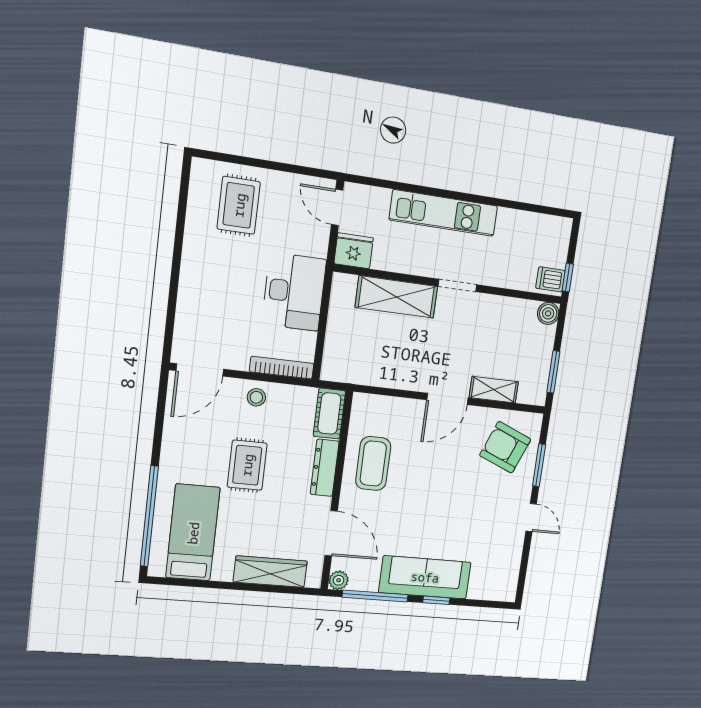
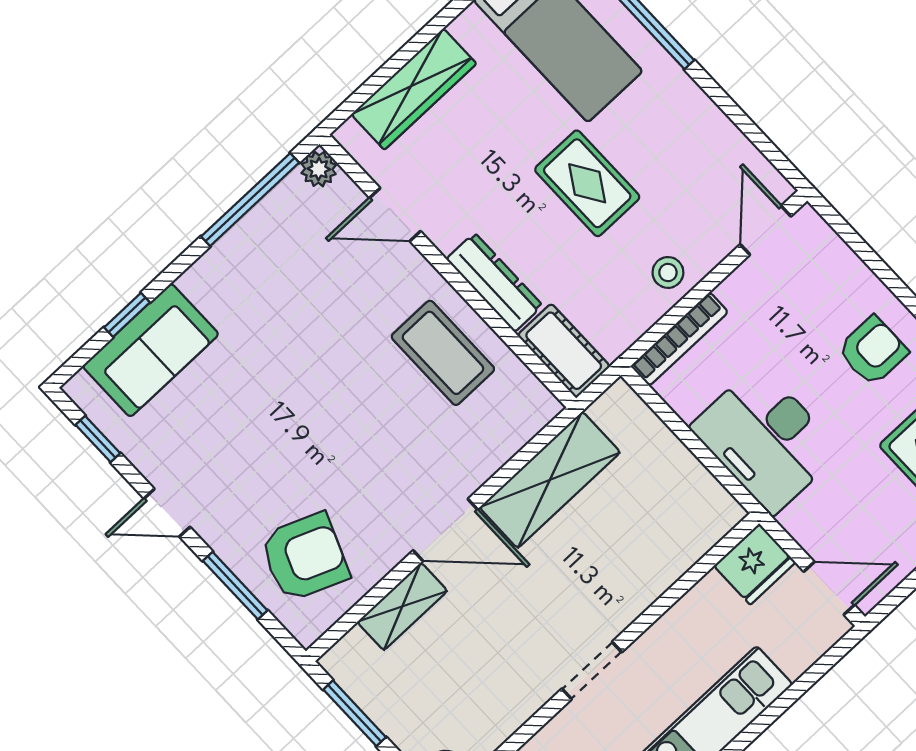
armchair: (213, 276) -> (873, 351), added
shelving: (396, 297) -> (550, 480), moved
door: (200, 370) -> (766, 230), width x0.73
door: (447, 399) -> (445, 530), swing flipped
door: (331, 533) -> (395, 215), width x0.73
window: (523, 570) -> (98, 439), added
sofa: (425, 577) -> (151, 350), moved, width x0.73
window: (436, 600) -> (127, 315), moved

